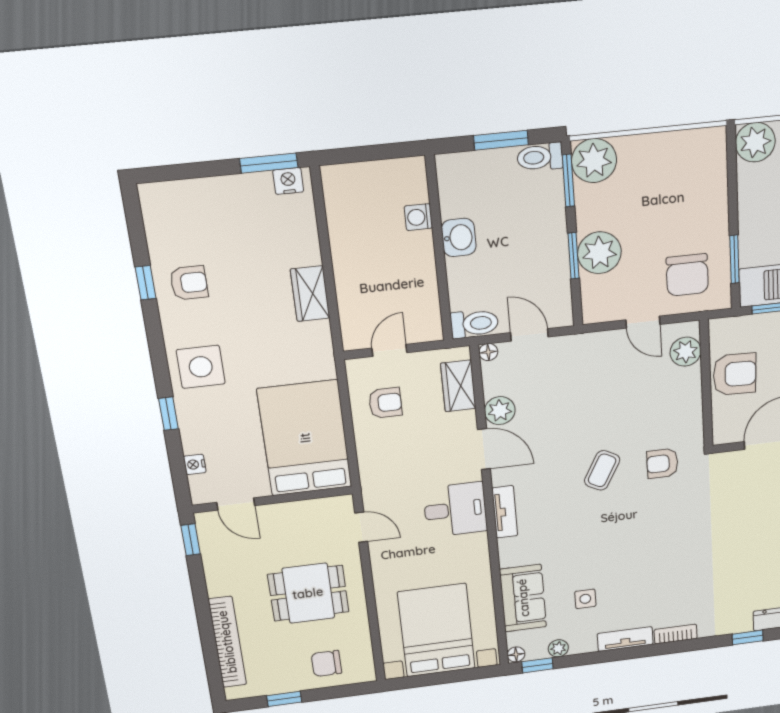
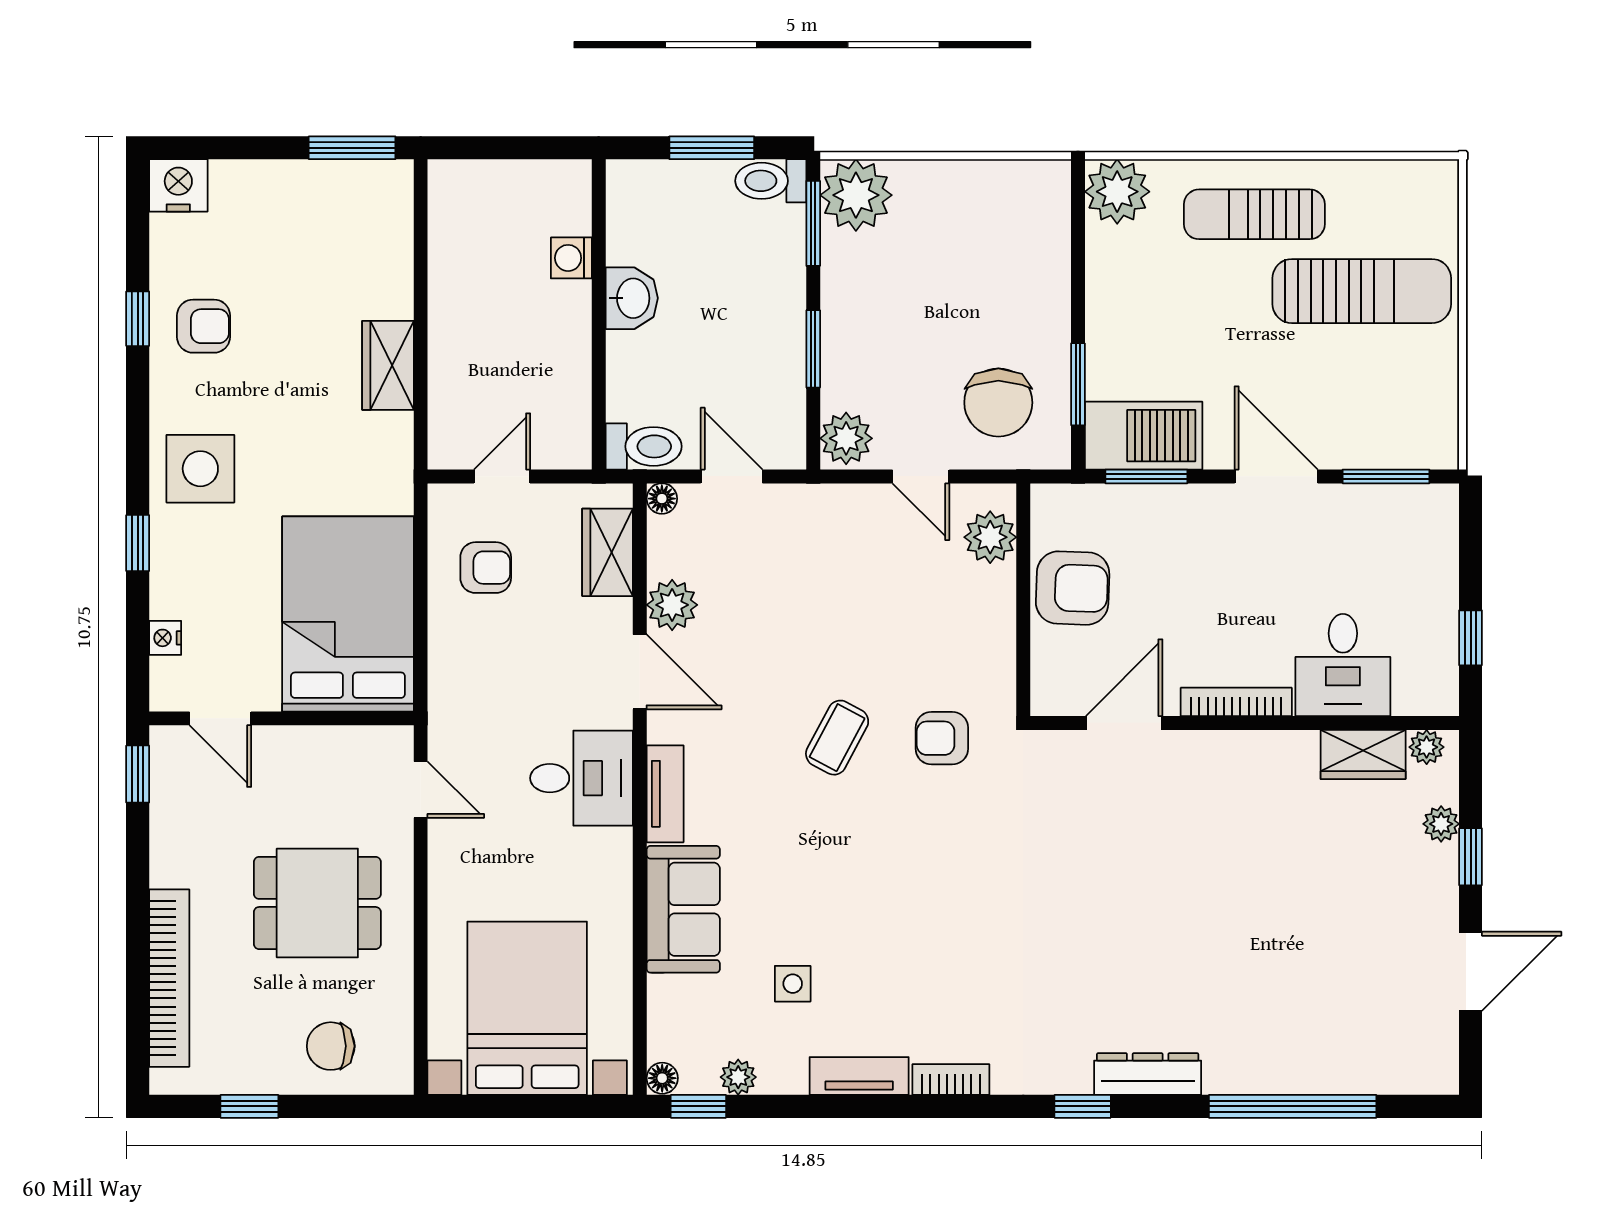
nightstand: (288, 181) -> (178, 185), moved, width x1.36, depth x1.33
plant: (599, 253) -> (846, 438), moved, width x0.73, depth x0.73
sofa: (523, 598) -> (683, 909), moved

